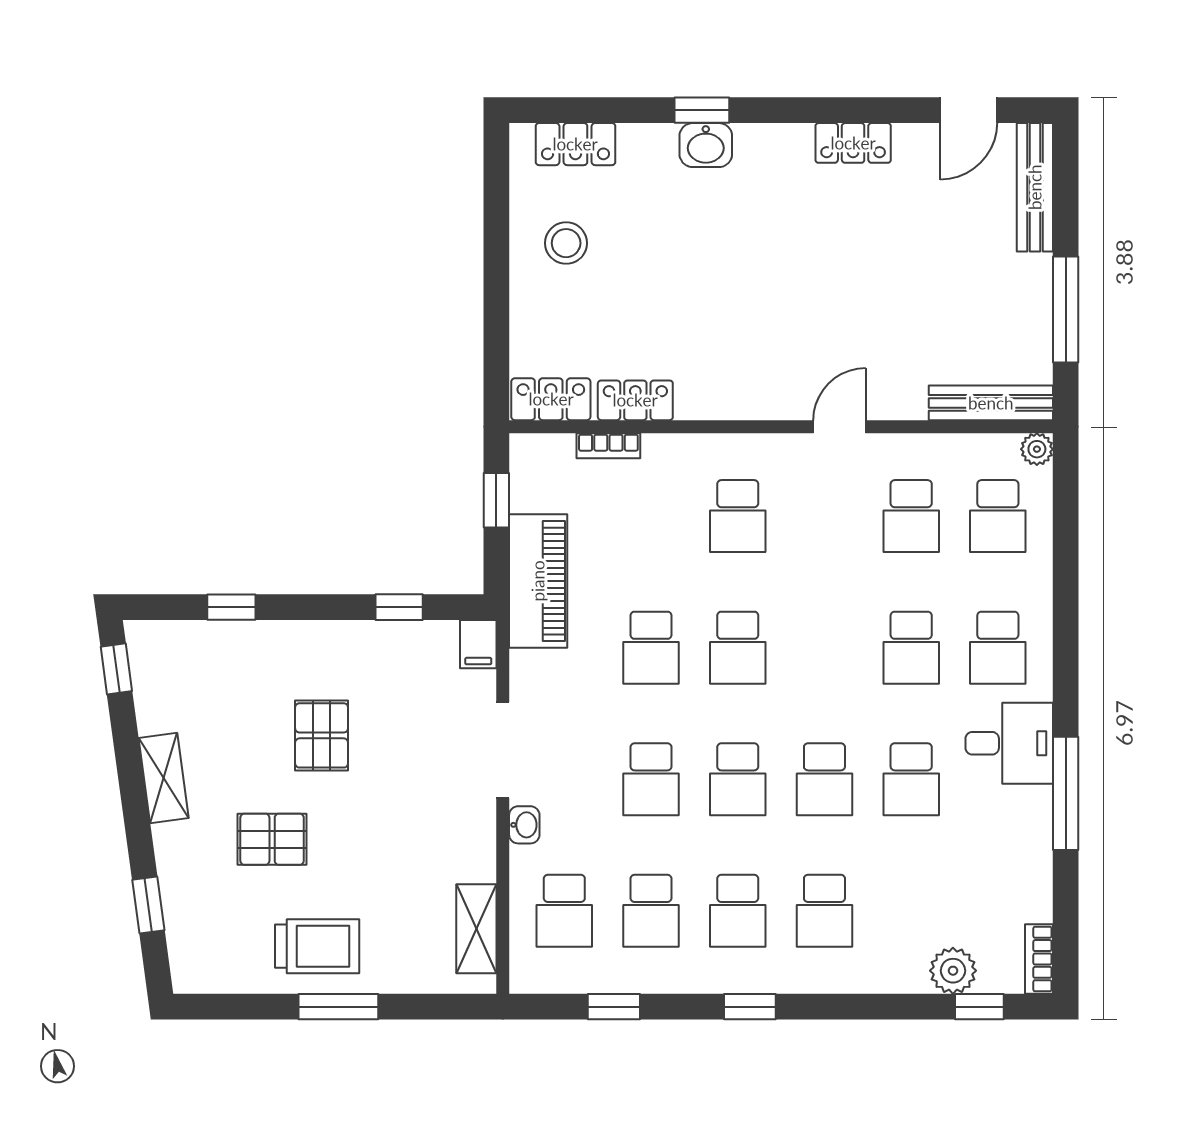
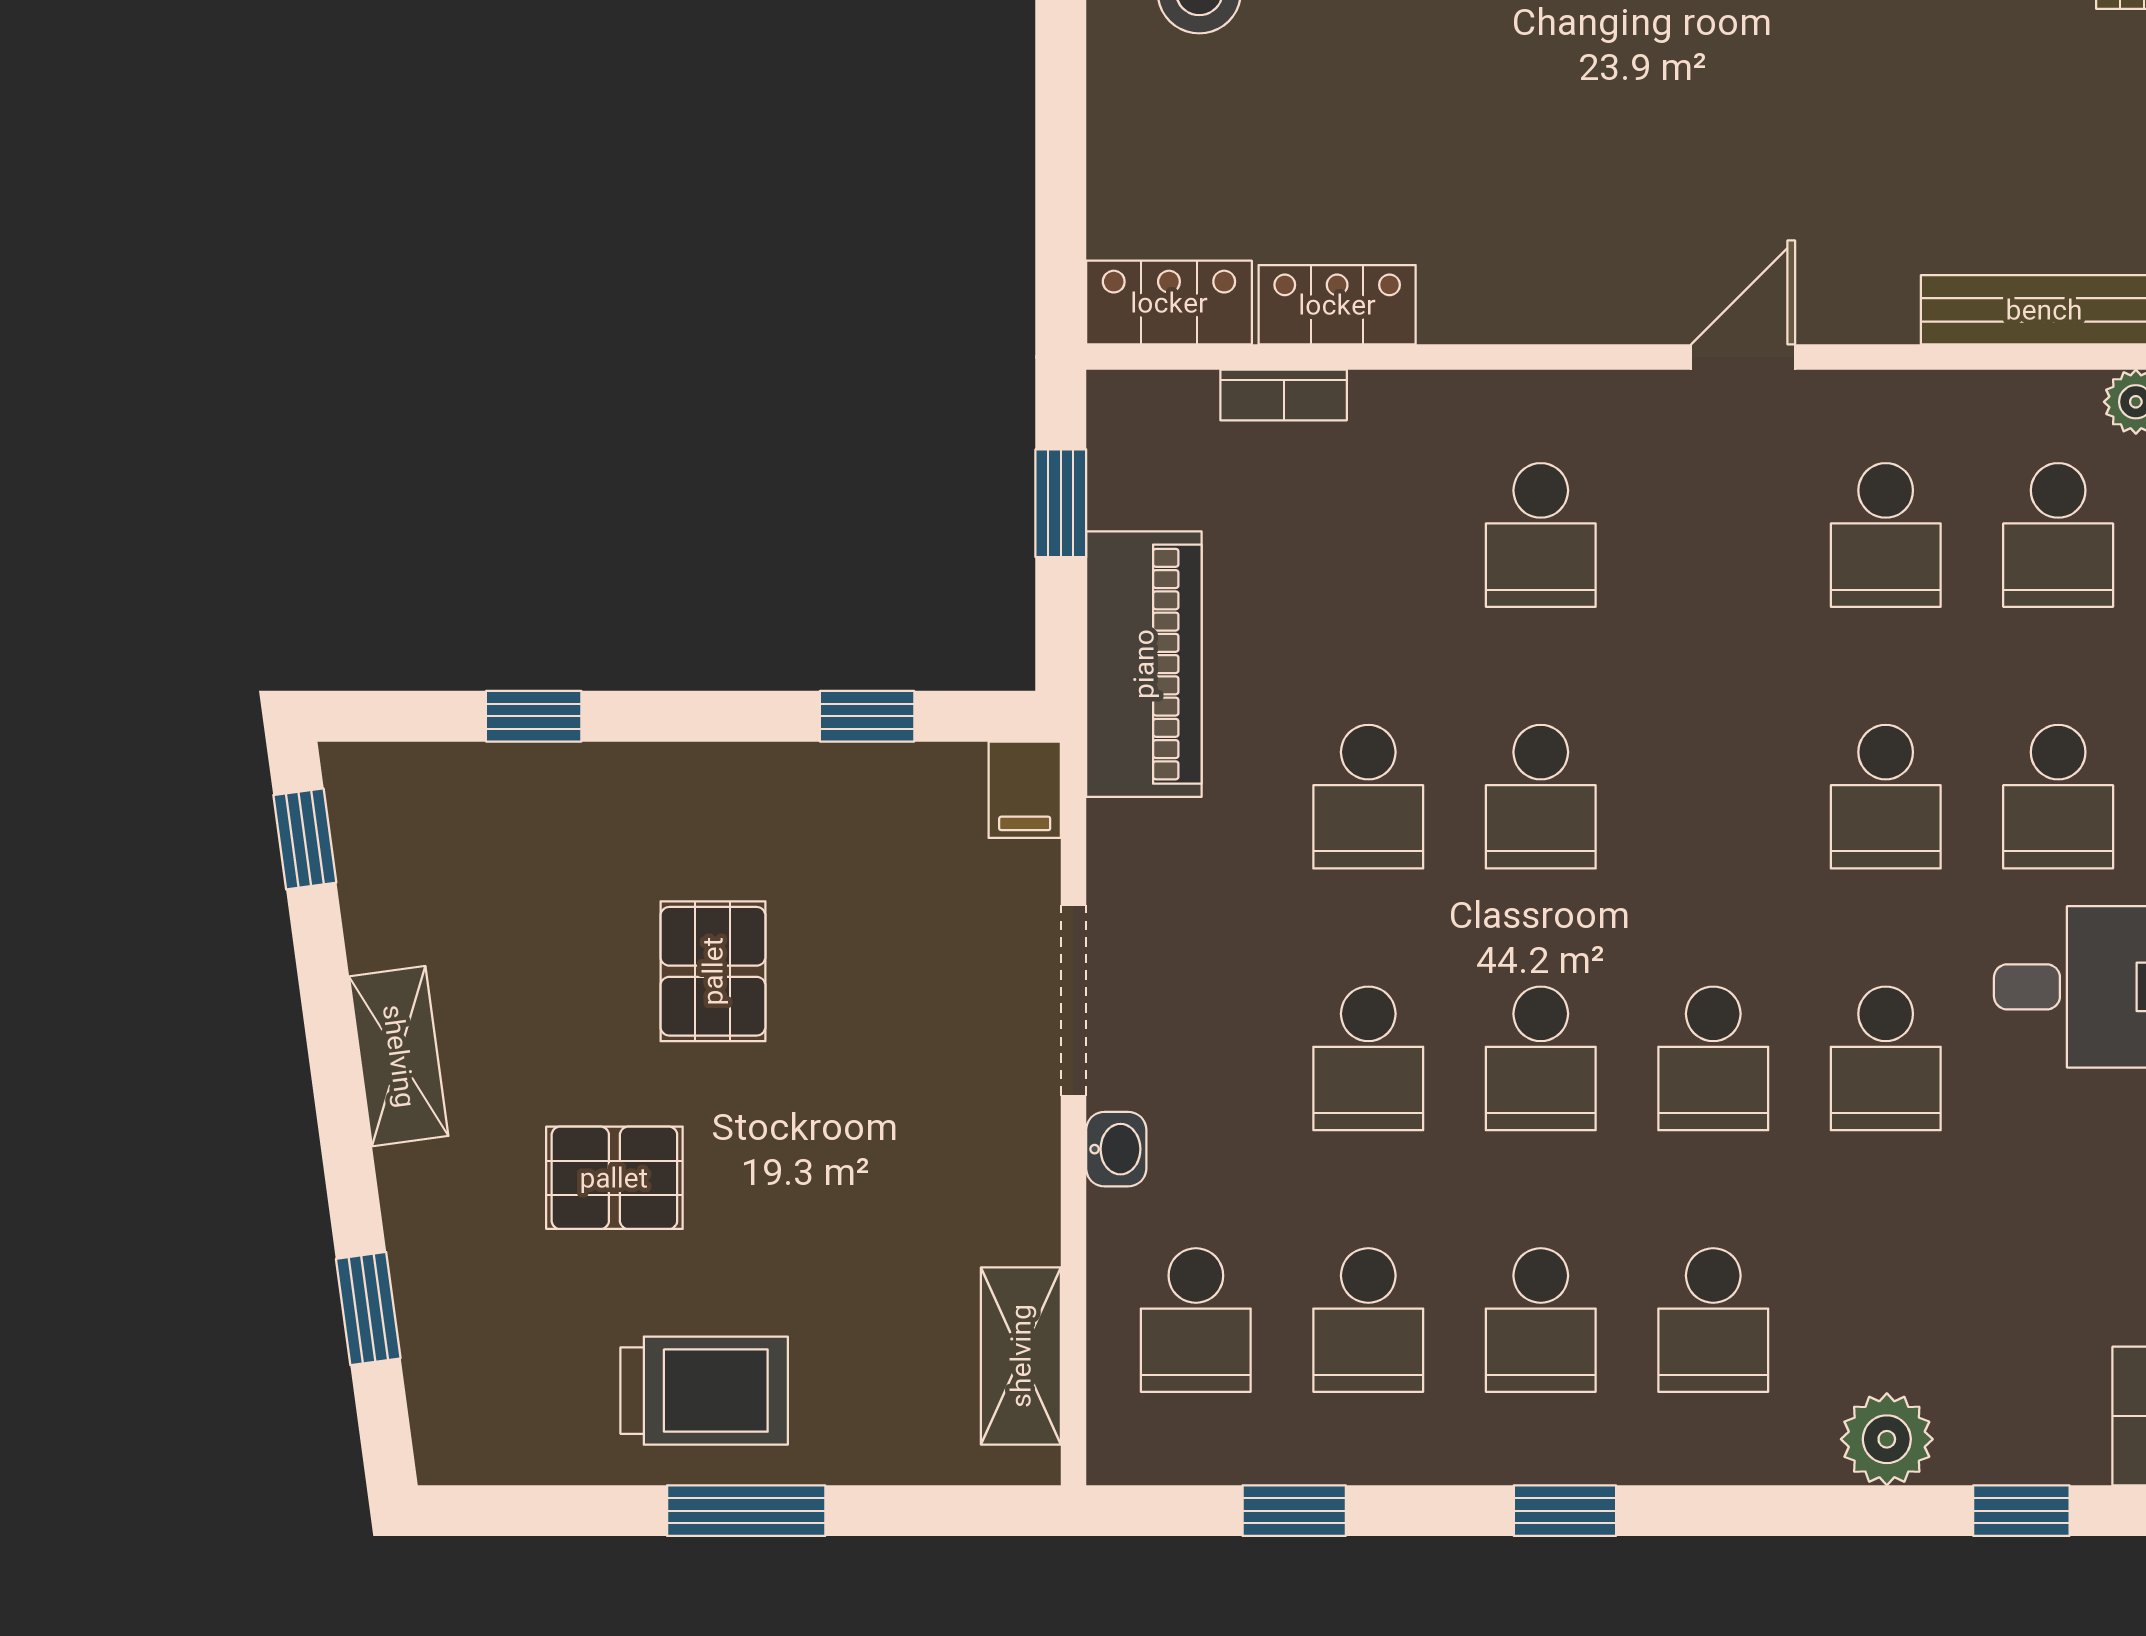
plant: (953, 971) -> (1887, 1439), moved

